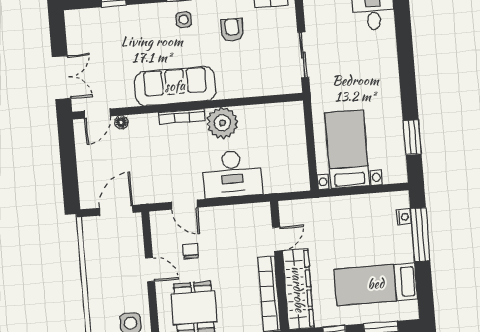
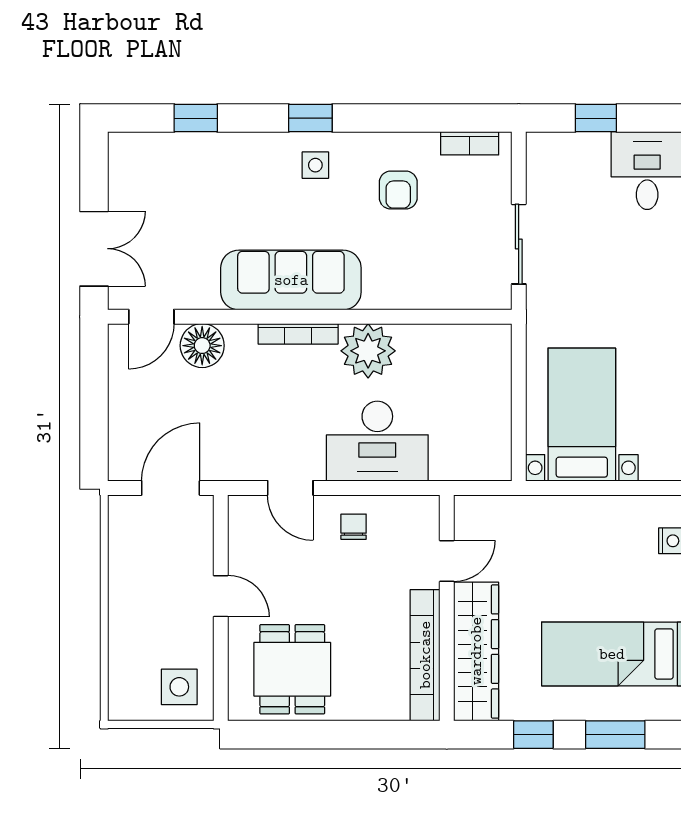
armchair: (232, 30) -> (398, 190), turned 180
floor lamp: (121, 122) -> (202, 346), width x1.89, depth x1.89
chair: (191, 251) -> (354, 527), moved

